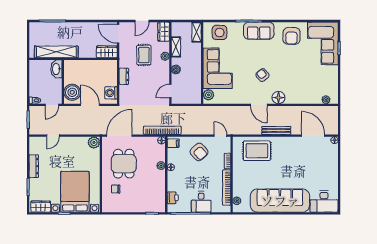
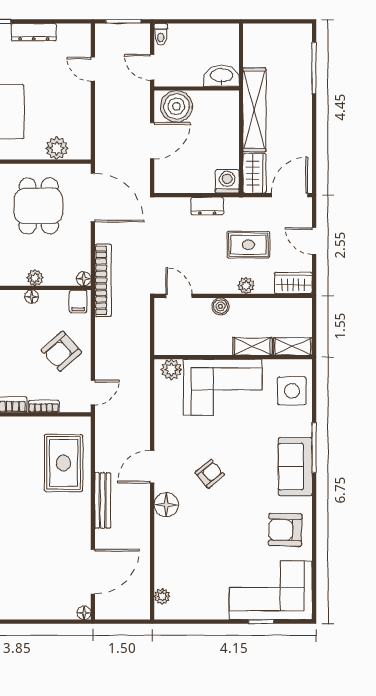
shelving: (176, 47) -> (252, 346), moved
shelving: (56, 52) -> (254, 110), moved
washing machine: (111, 93) -> (227, 181), moved
plant: (94, 142) -> (57, 148), moved
dining table: (124, 164) -> (39, 206), turned 90

